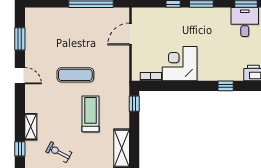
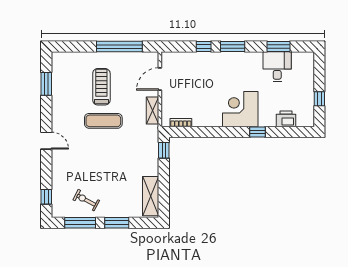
corner desk: (180, 64) -> (240, 109), moved
door: (20, 76) -> (46, 141), moved
treadmill: (91, 114) -> (101, 87), moved
shelving: (31, 127) -> (152, 111), moved

